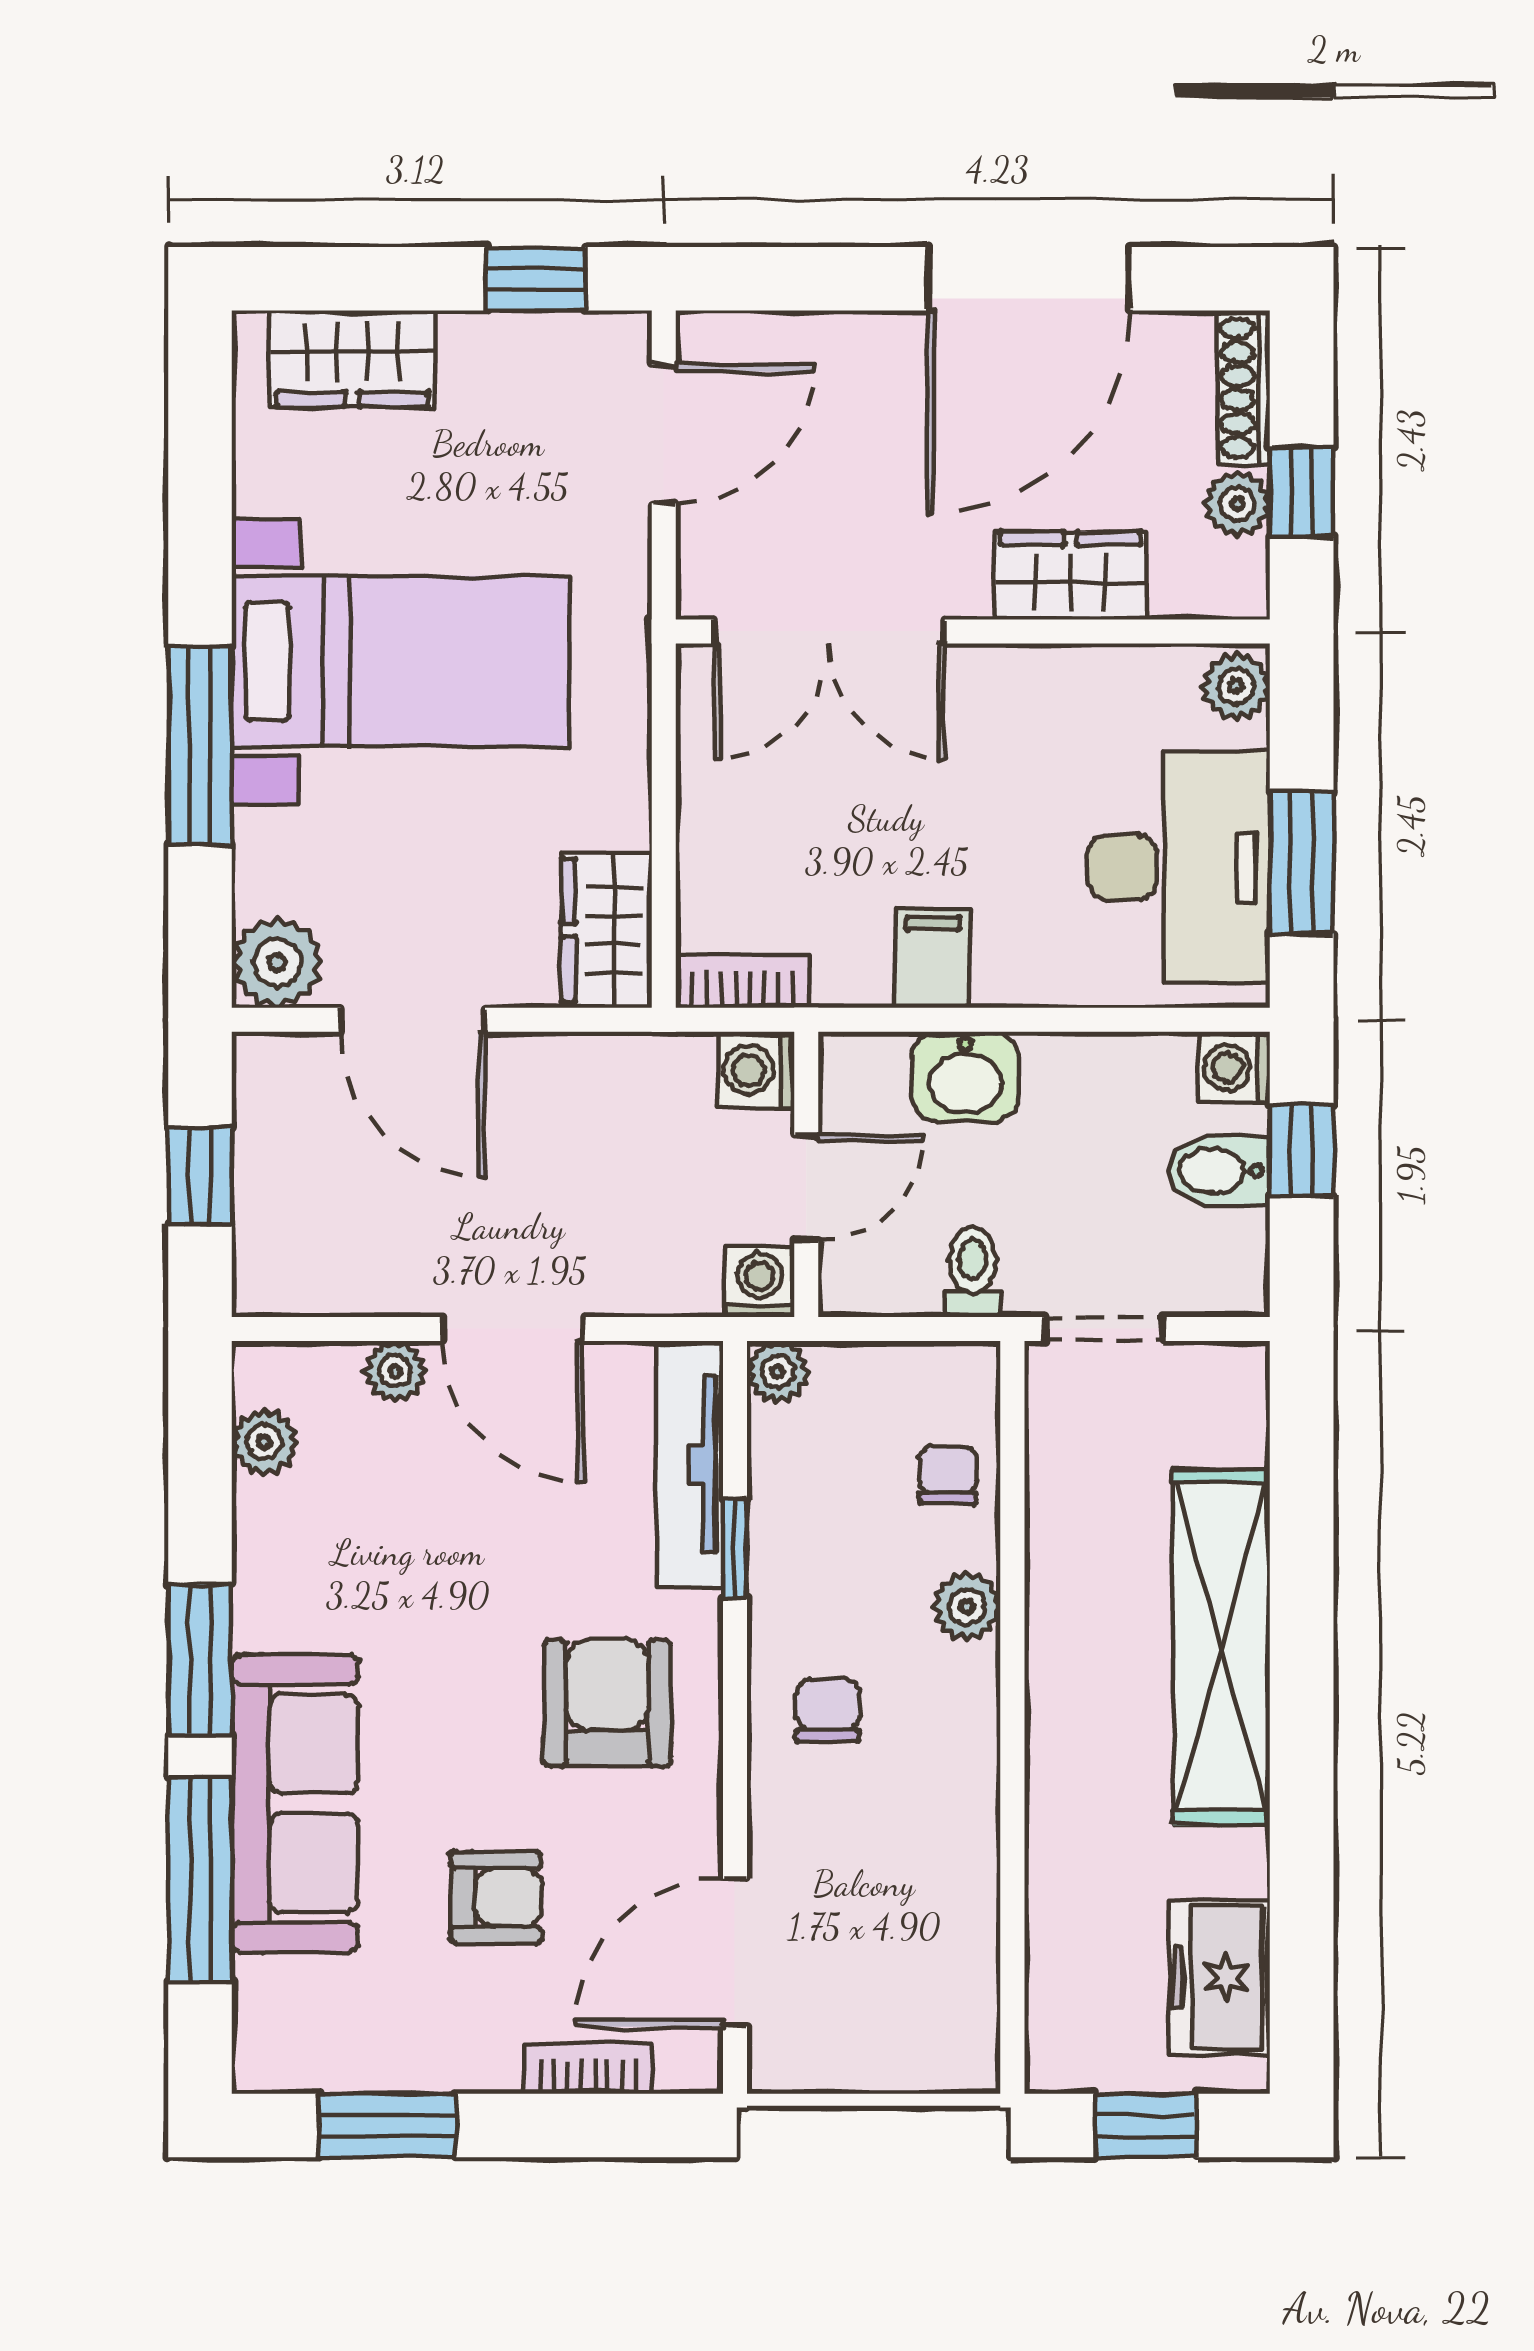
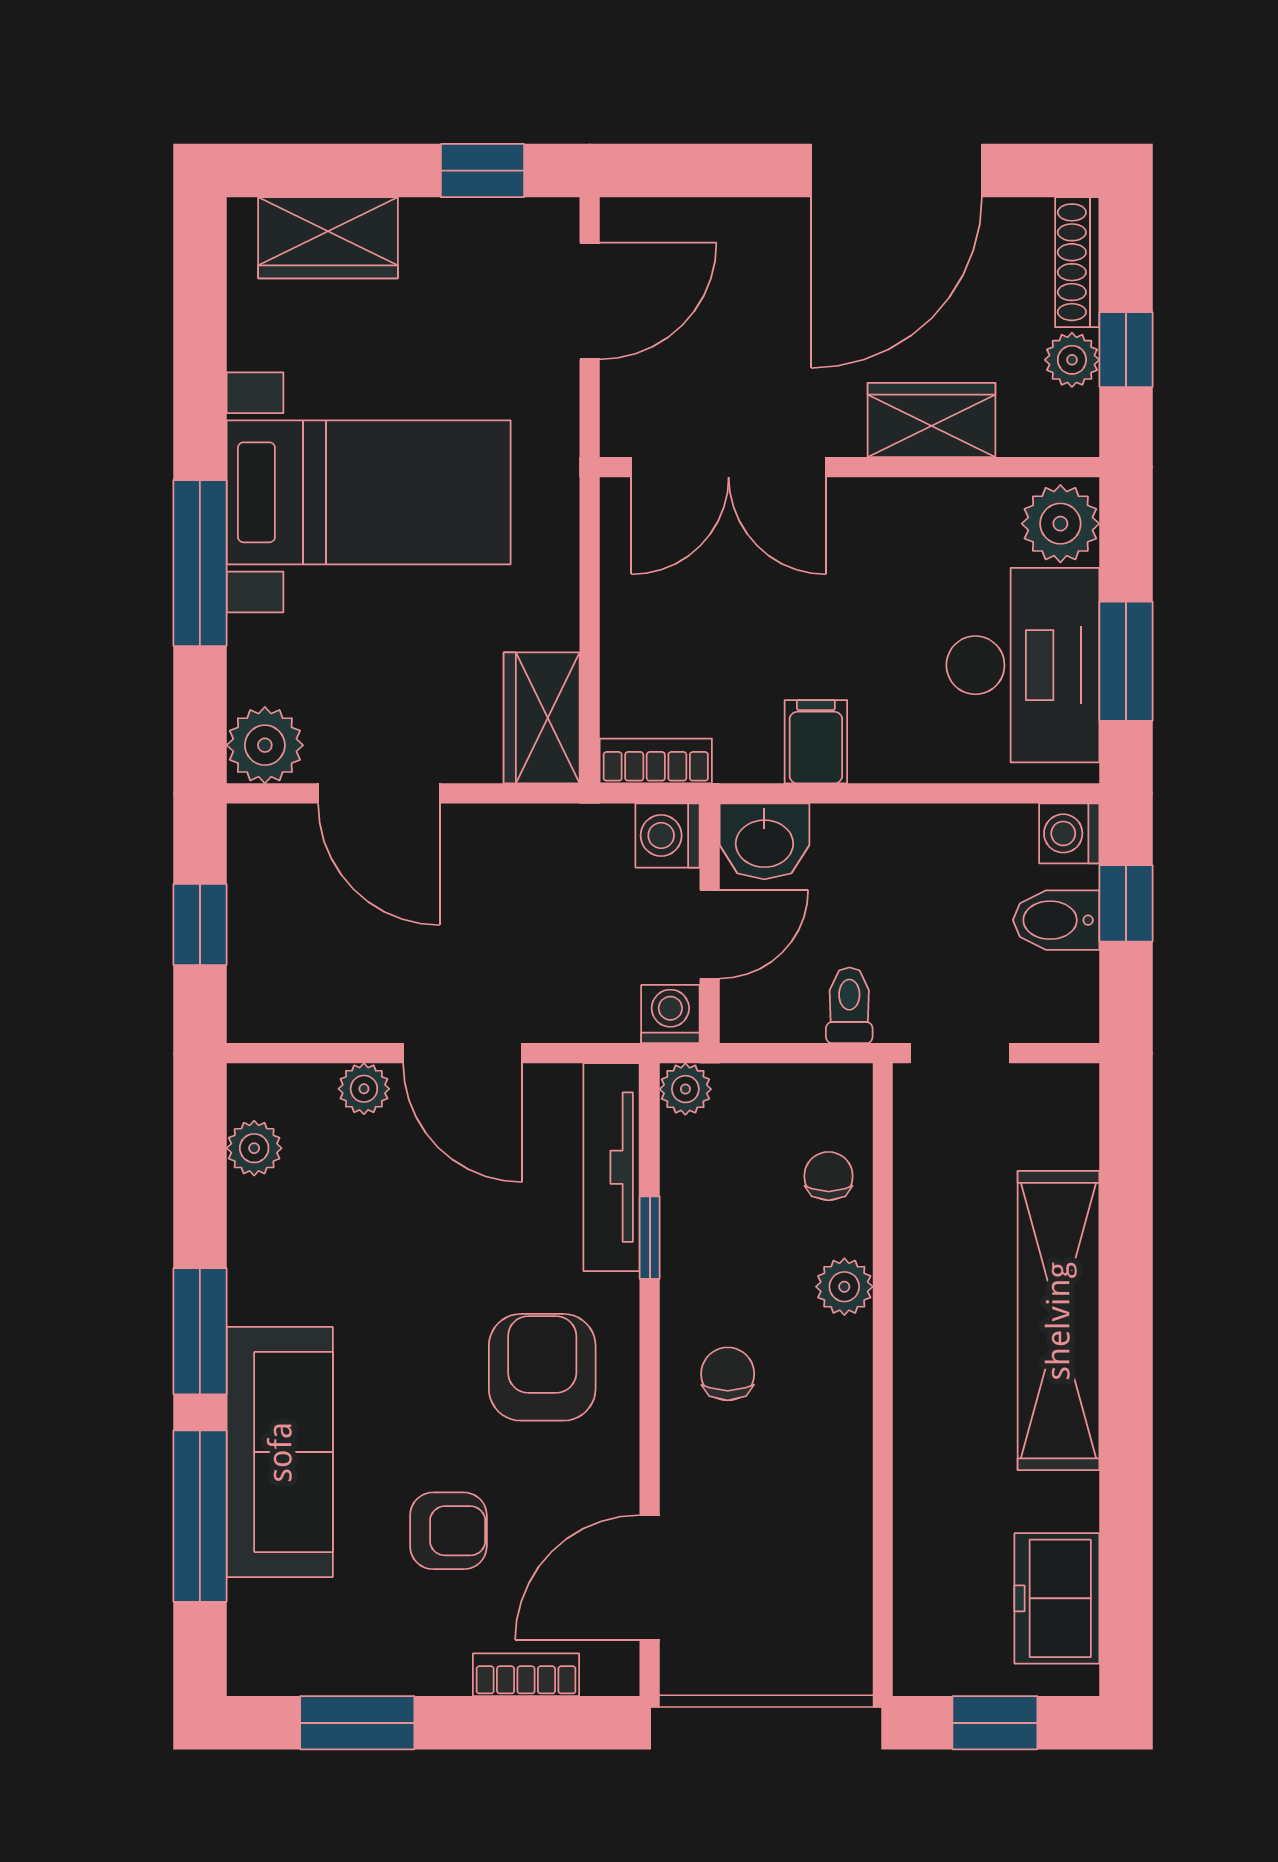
plant: (1236, 686) -> (1060, 524), width x1.38, depth x1.38
washbasin: (965, 1077) -> (764, 841), moved

